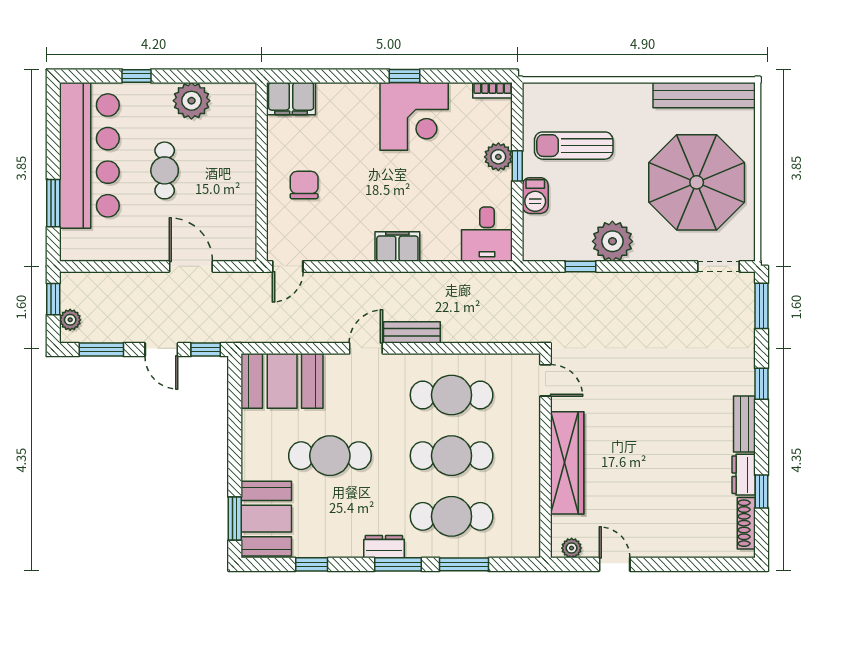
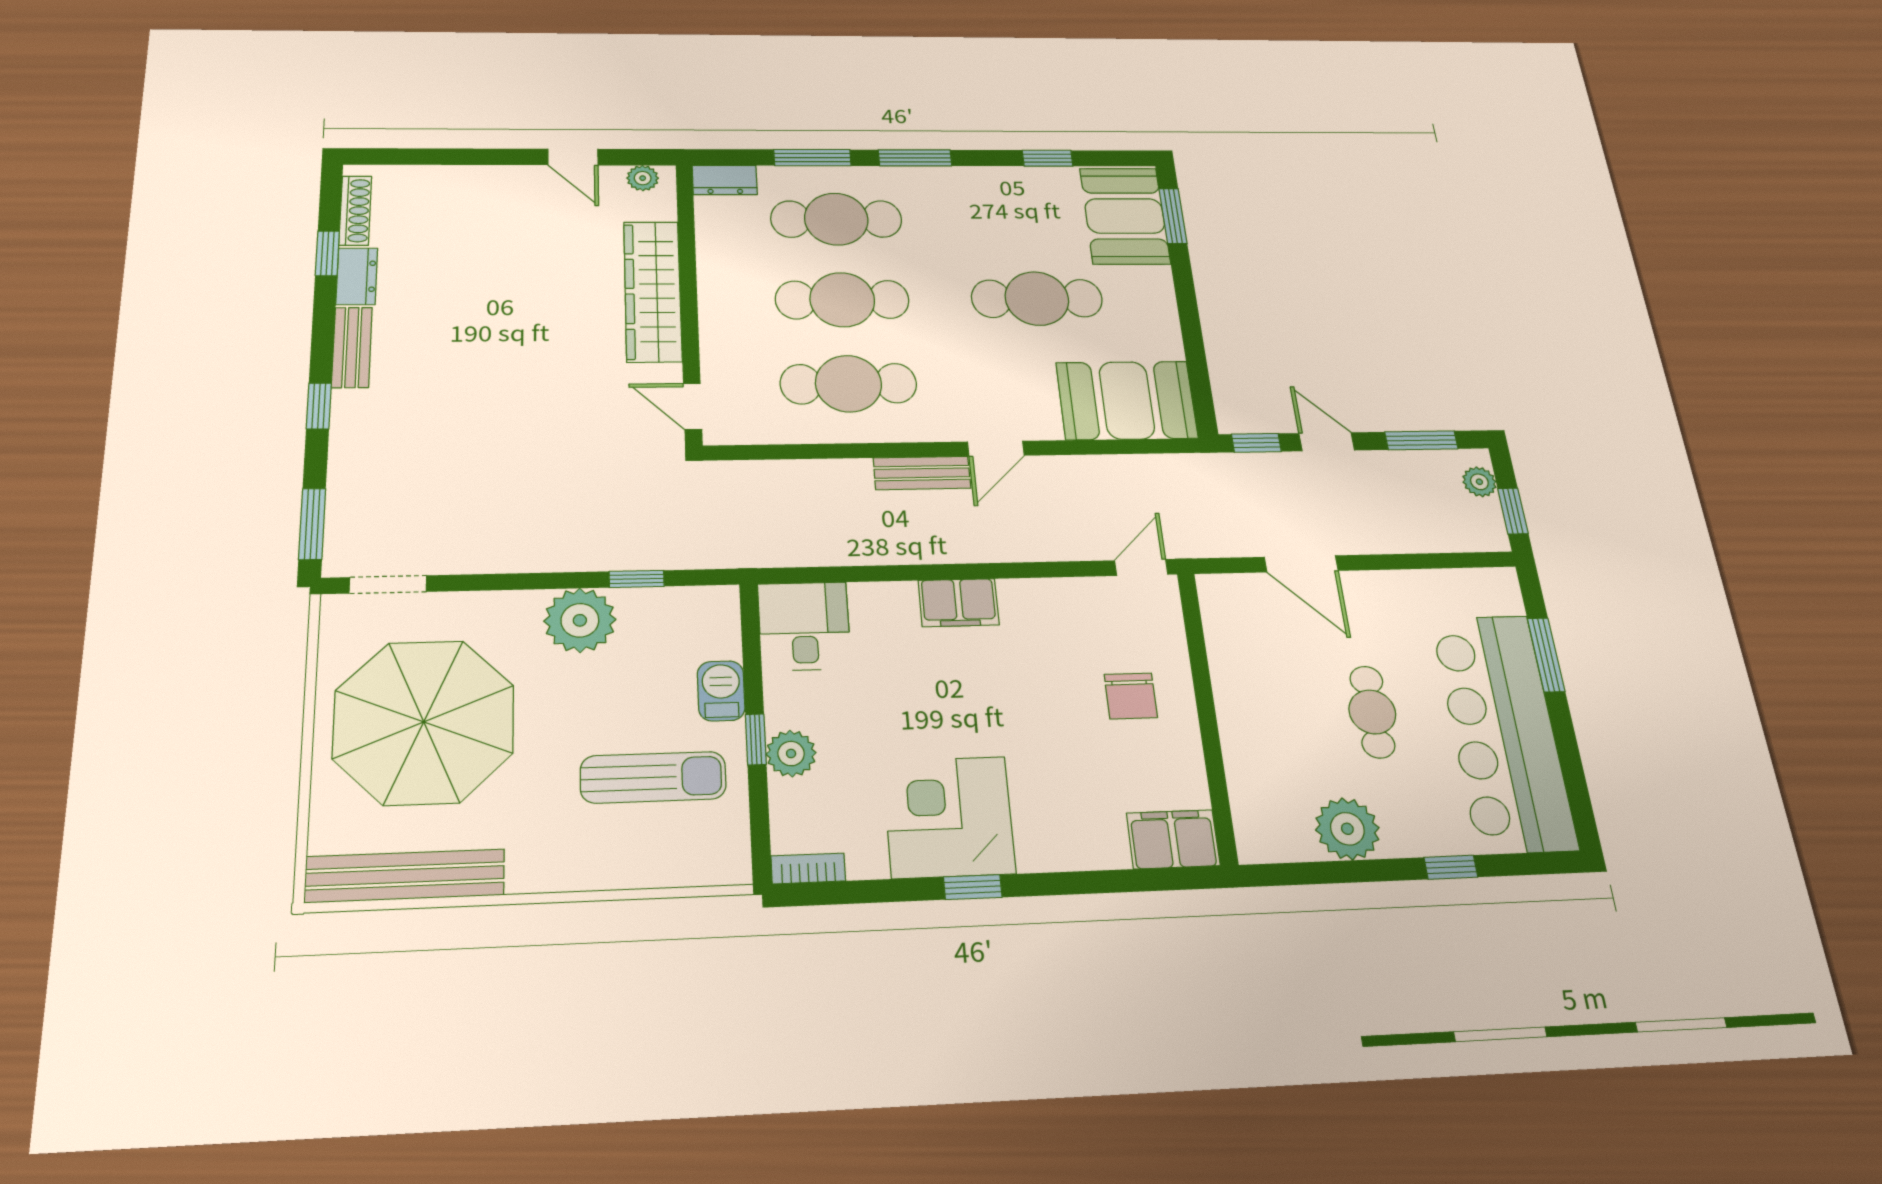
dresser: (384, 547) -> (725, 180), moved

